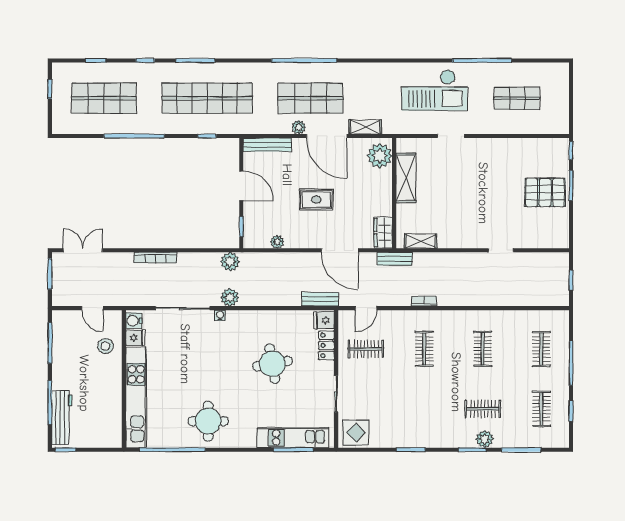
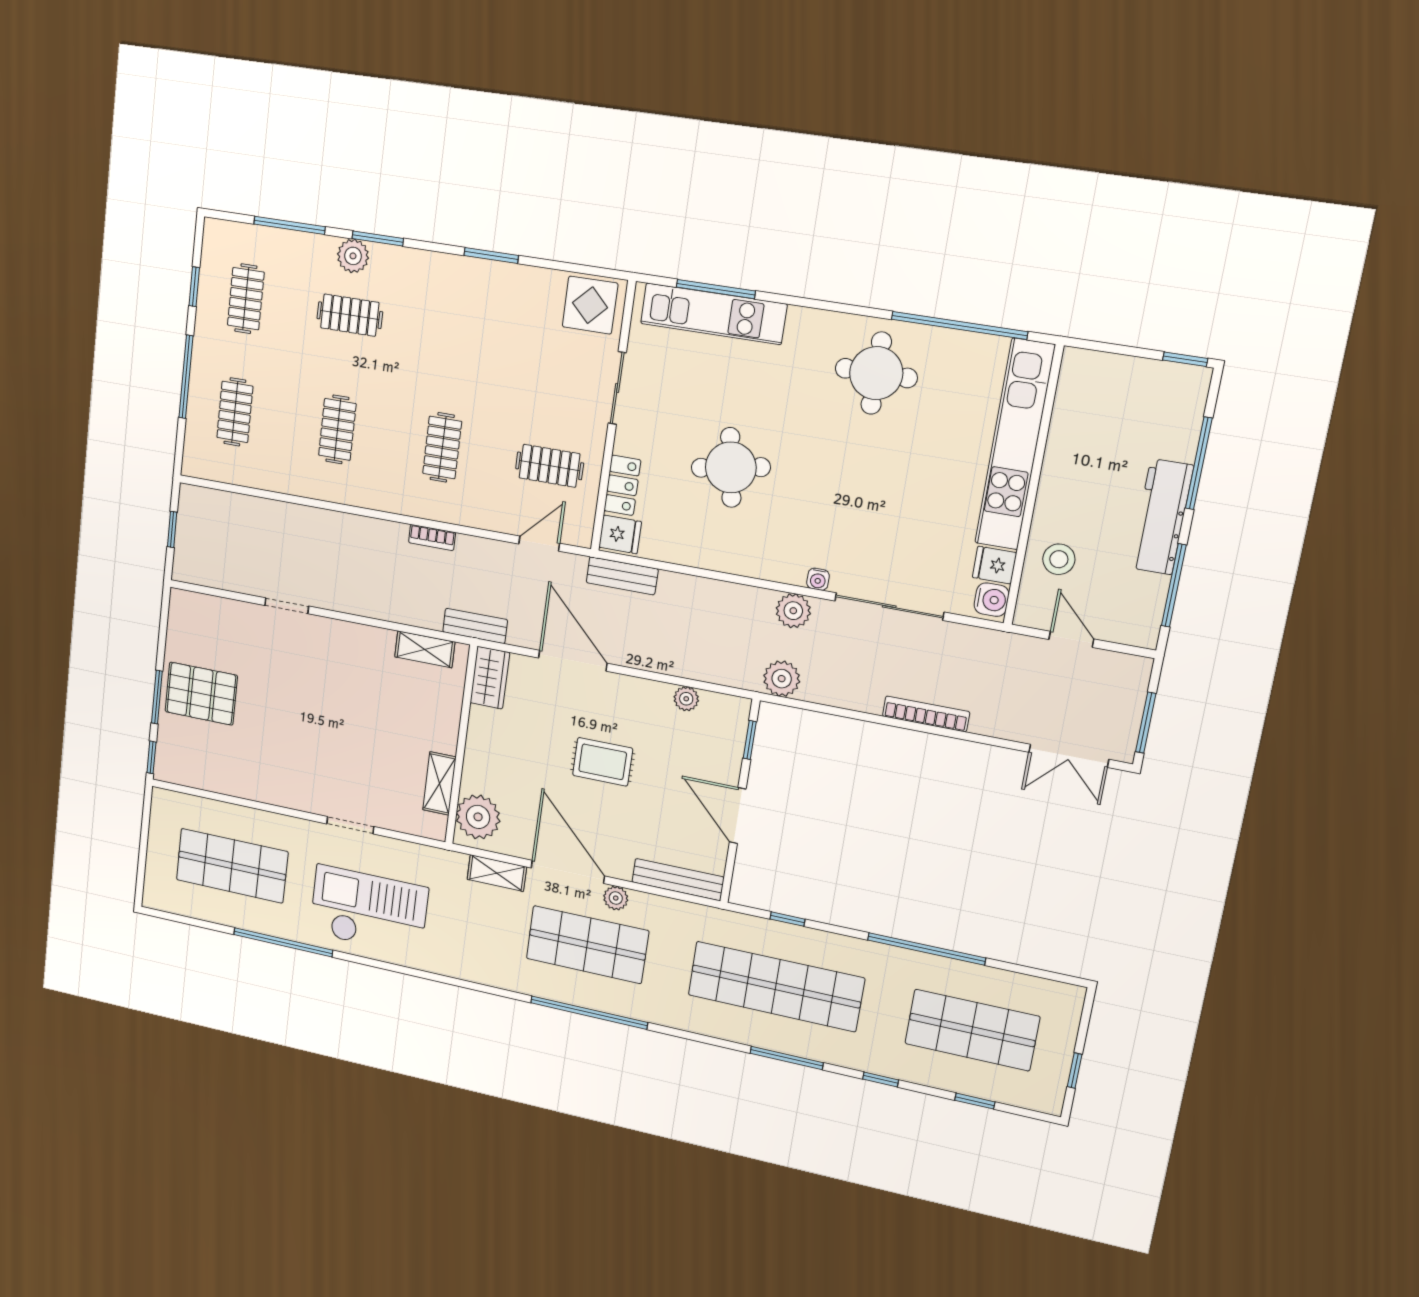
shop shelf: (517, 98) -> (232, 866), width x1.43, depth x1.36
shelving: (406, 178) -> (439, 783), width x0.67, depth x0.75
workbench: (62, 418) -> (1161, 517), moved

